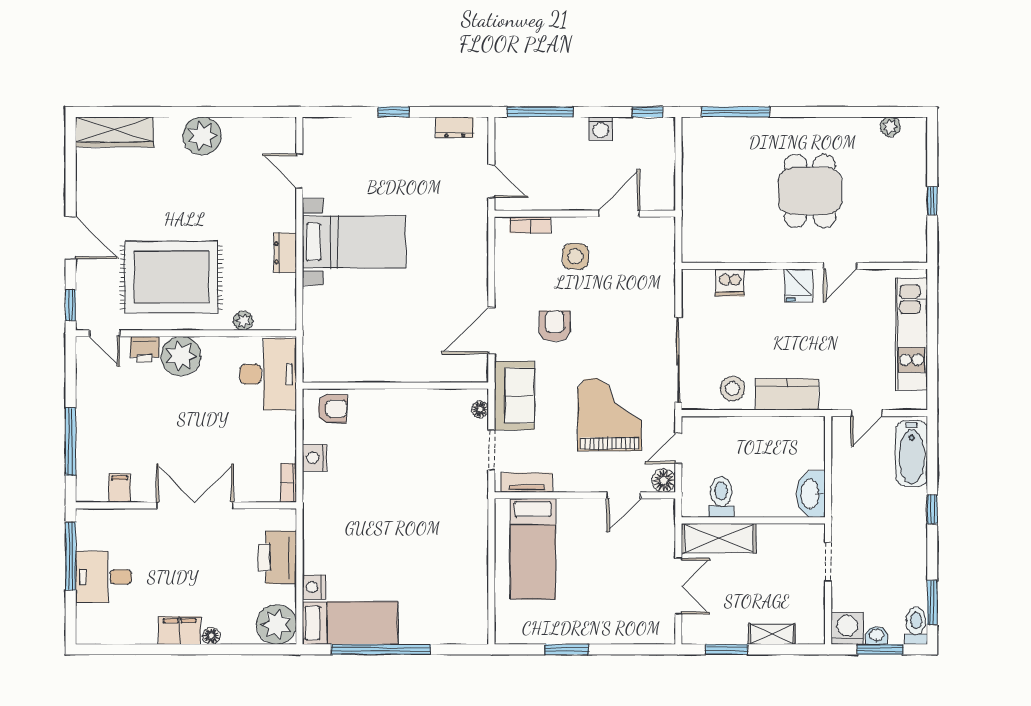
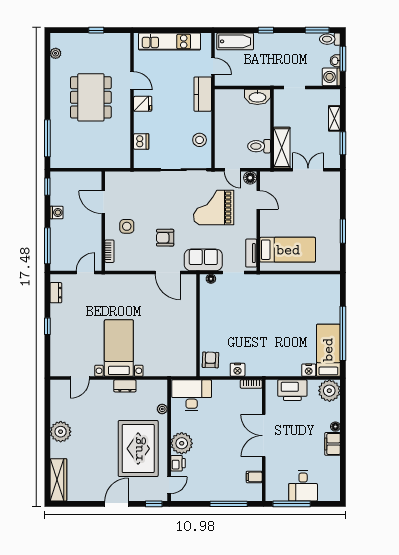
dining table: (810, 191) -> (91, 97), width x1.38
kitchen counter: (787, 394) -> (203, 94), moved

